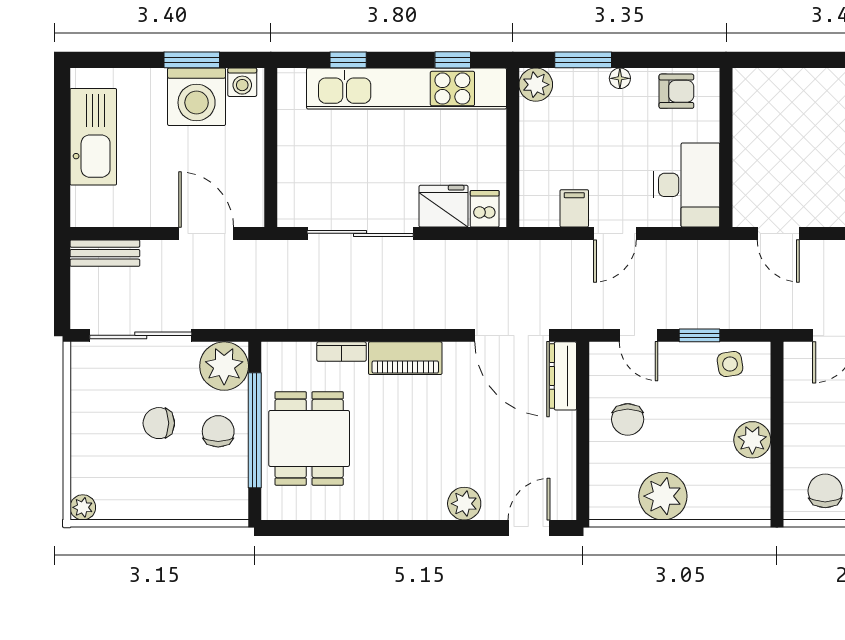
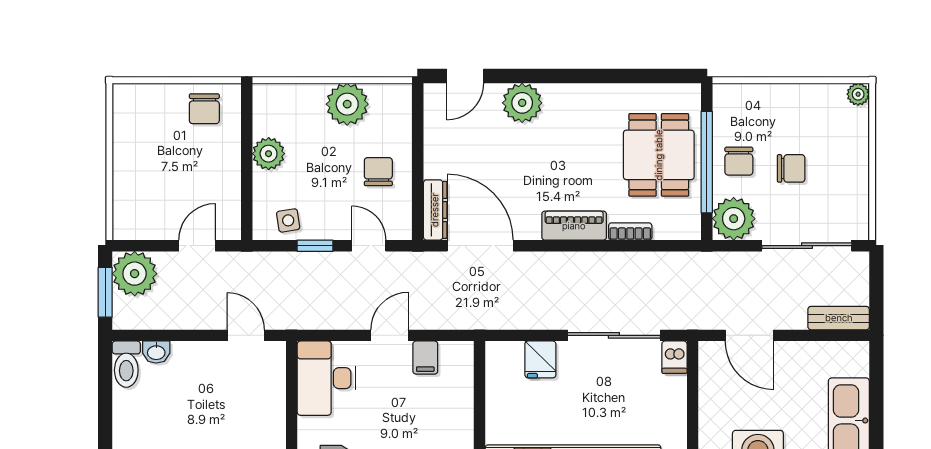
fridge: (443, 206) -> (540, 359), width x0.72
dishwasher: (485, 209) -> (674, 357), moved
plant: (464, 504) -> (522, 103), width x1.36, depth x1.36

